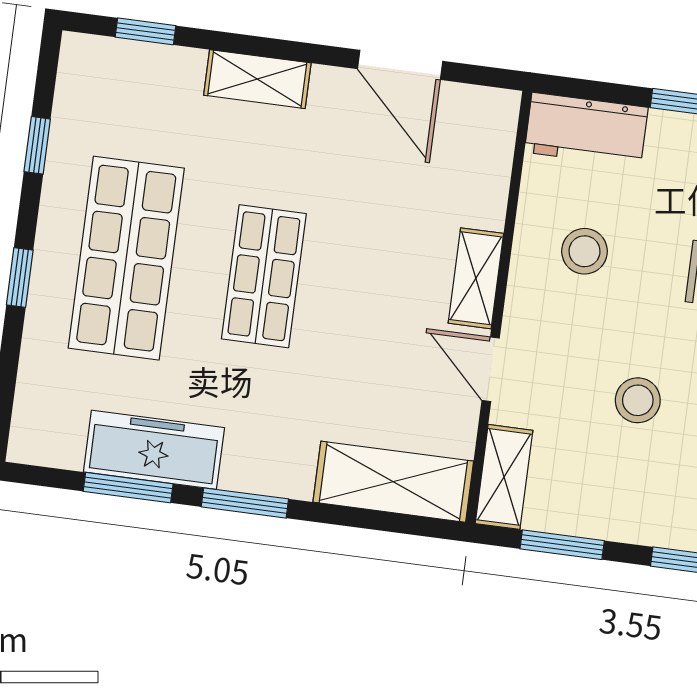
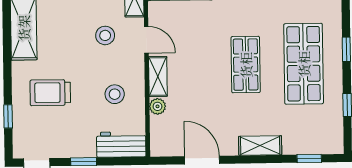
plant: (487, 207) -> (158, 106), added
stool: (638, 400) -> (105, 35), moved

